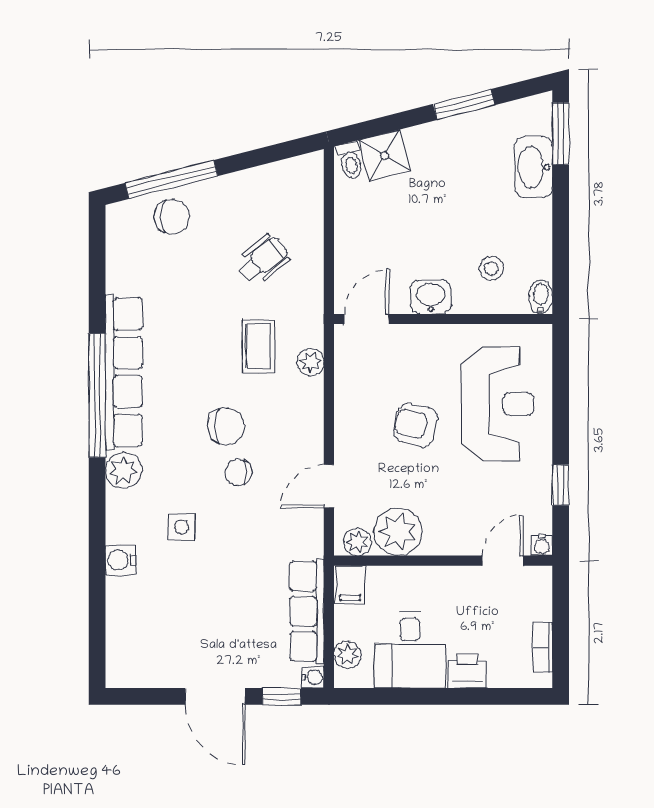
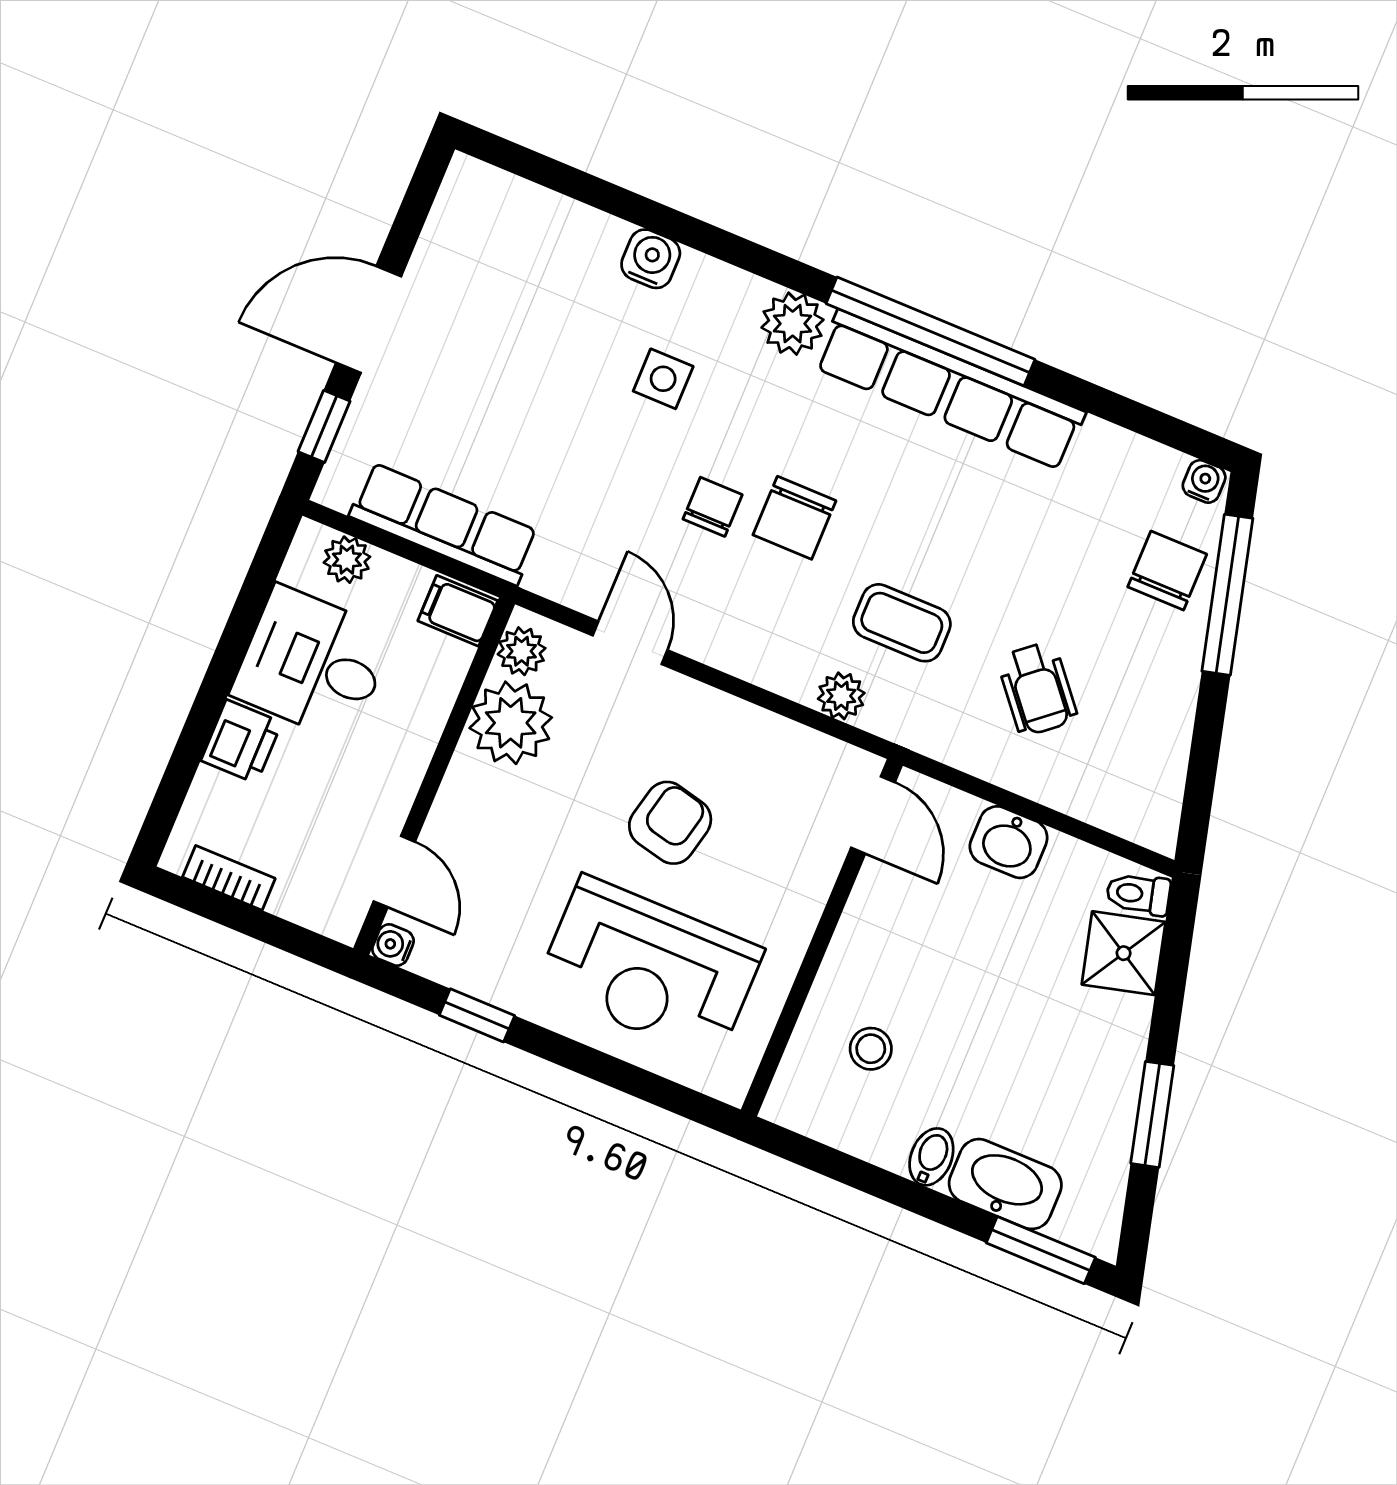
chair: (172, 217) -> (1167, 571), turned 180
washbasin: (431, 297) -> (1009, 842), moved, turned 90
bidet: (541, 297) -> (931, 1157), moved, turned -90
water cooler: (313, 677) -> (1204, 481), moved, turned 180

